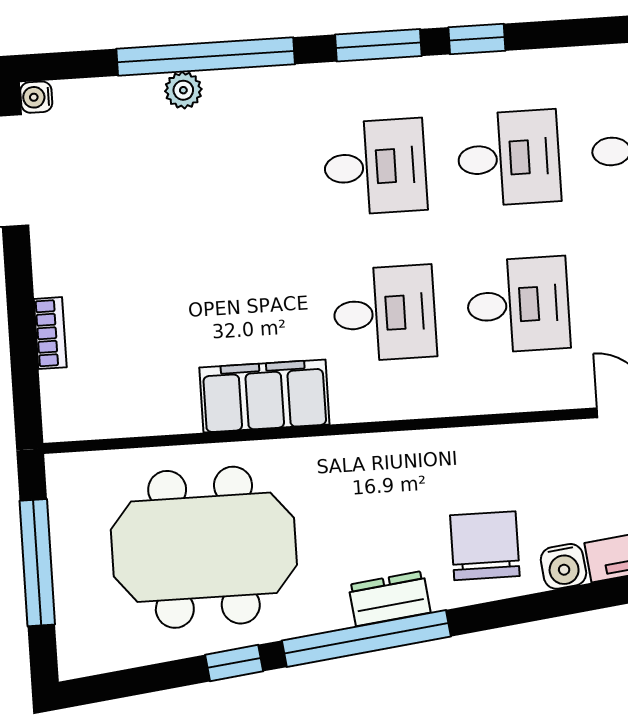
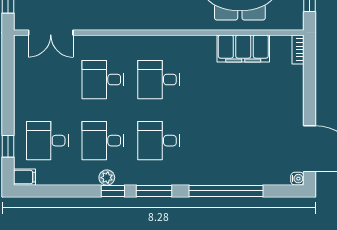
plant: (183, 90) -> (107, 178), moved
bookcase: (50, 333) -> (298, 50), moved
filing cabinet: (264, 396) -> (243, 48), moved

